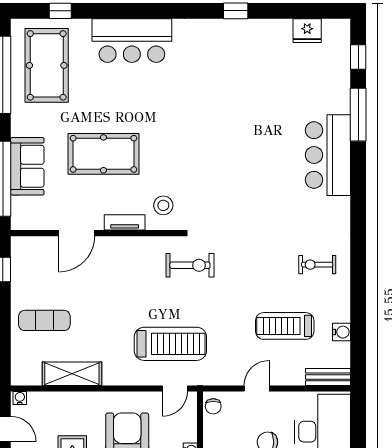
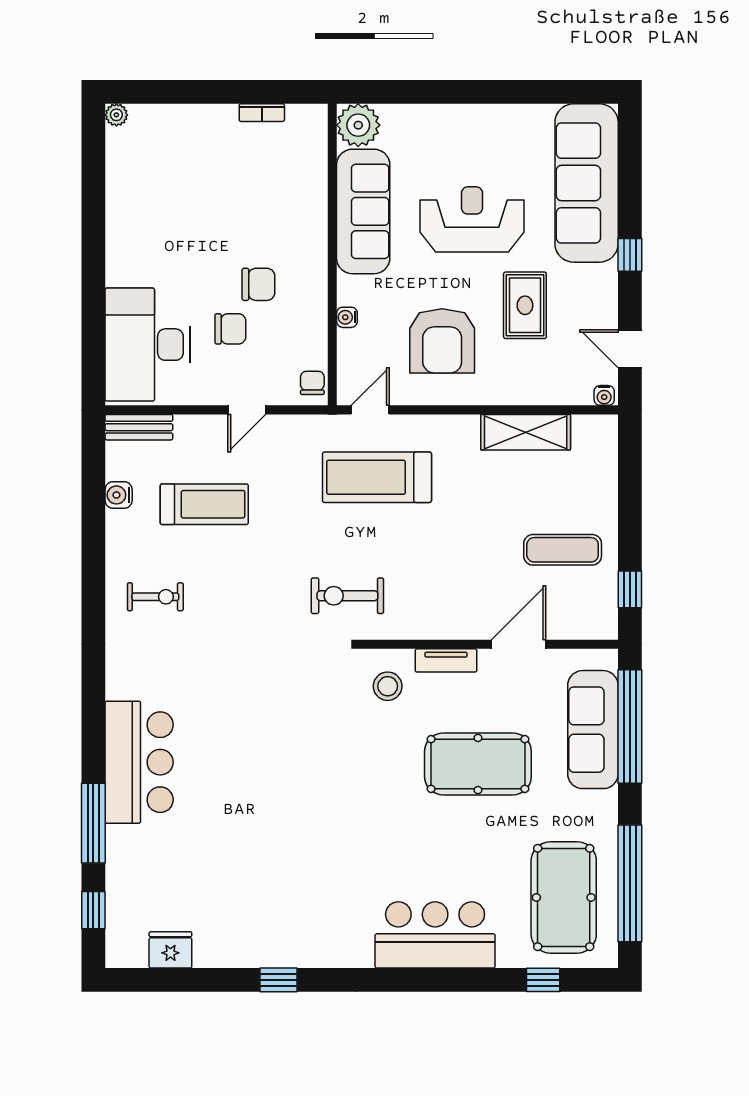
sofa: (27, 166) -> (593, 730), width x1.36
exercise mat: (44, 320) -> (563, 550), moved

